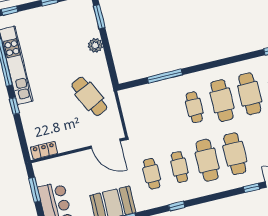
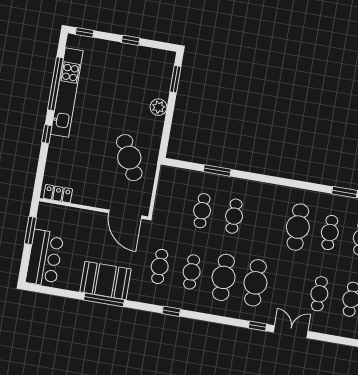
window: (165, 76) -> (217, 170), width x0.69
cafe table: (222, 100) -> (202, 211), moved, width x0.73, depth x0.74

